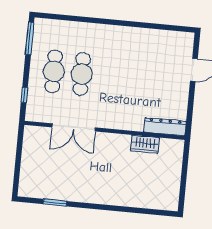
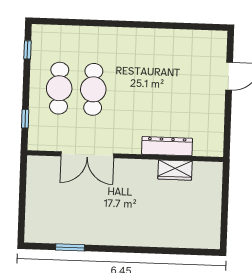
window: (30, 38) -> (27, 50), width x0.46
dresser: (165, 127) -> (167, 146), moved

